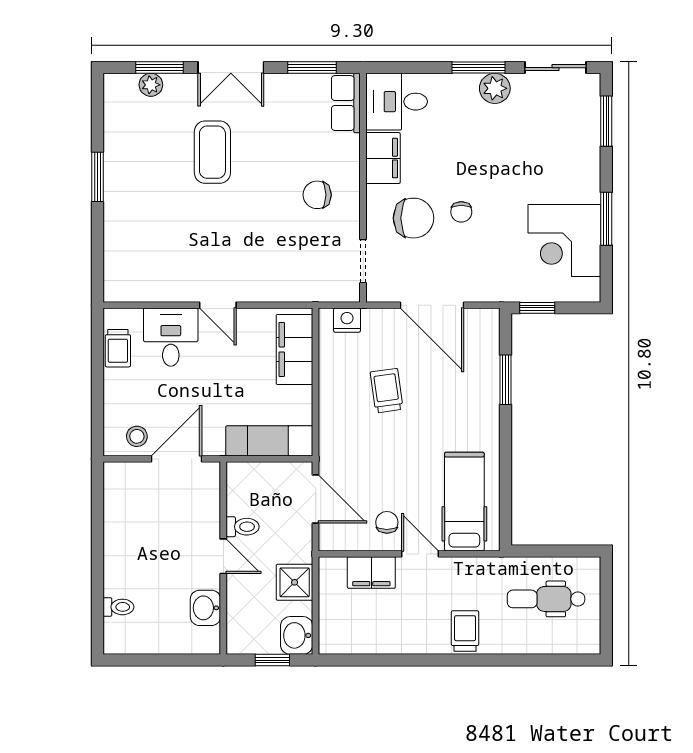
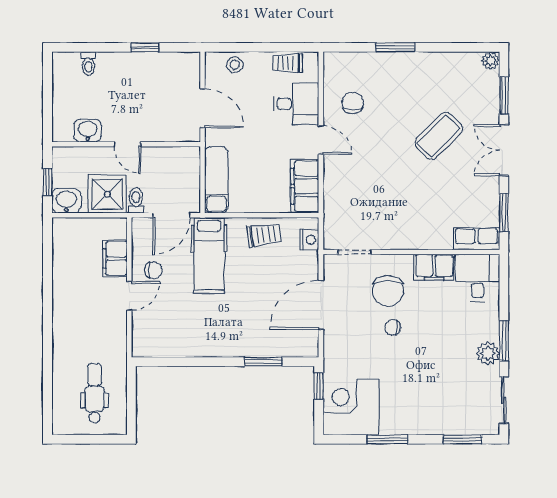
plant: (151, 85) -> (491, 61), moved
coffee table: (212, 152) -> (439, 136), turned -45
window: (97, 177) -> (395, 47), moved
chair: (317, 195) -> (353, 103), moved
corner desk: (564, 240) -> (351, 407), moved
door: (218, 305) -> (321, 140), swing flipped
filing cabinet: (294, 349) -> (305, 186), moved, turned -90
trolley: (387, 391) -> (264, 235), moved
stool: (137, 436) -> (235, 65), moved
hospital bed: (464, 502) -> (209, 256), moved, turned 90
toilet: (242, 527) -> (136, 201), moved, turned 180
window: (97, 534) -> (145, 47), added
door: (223, 556) -> (127, 144), hinge flipped
shower: (295, 582) -> (107, 194), width x1.36, depth x1.36
trolley: (465, 631) -> (70, 330), removed

